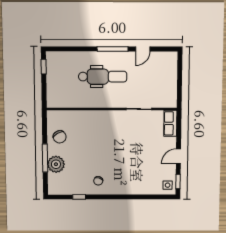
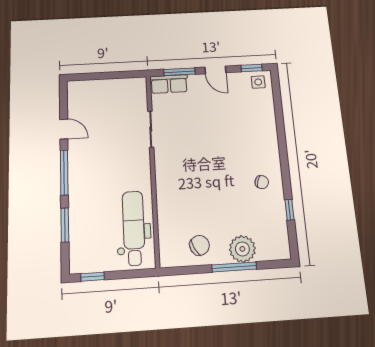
window: (78, 49) -> (65, 225), added
dental chair: (103, 77) -> (134, 228), moved
window: (179, 131) -> (179, 72), added

